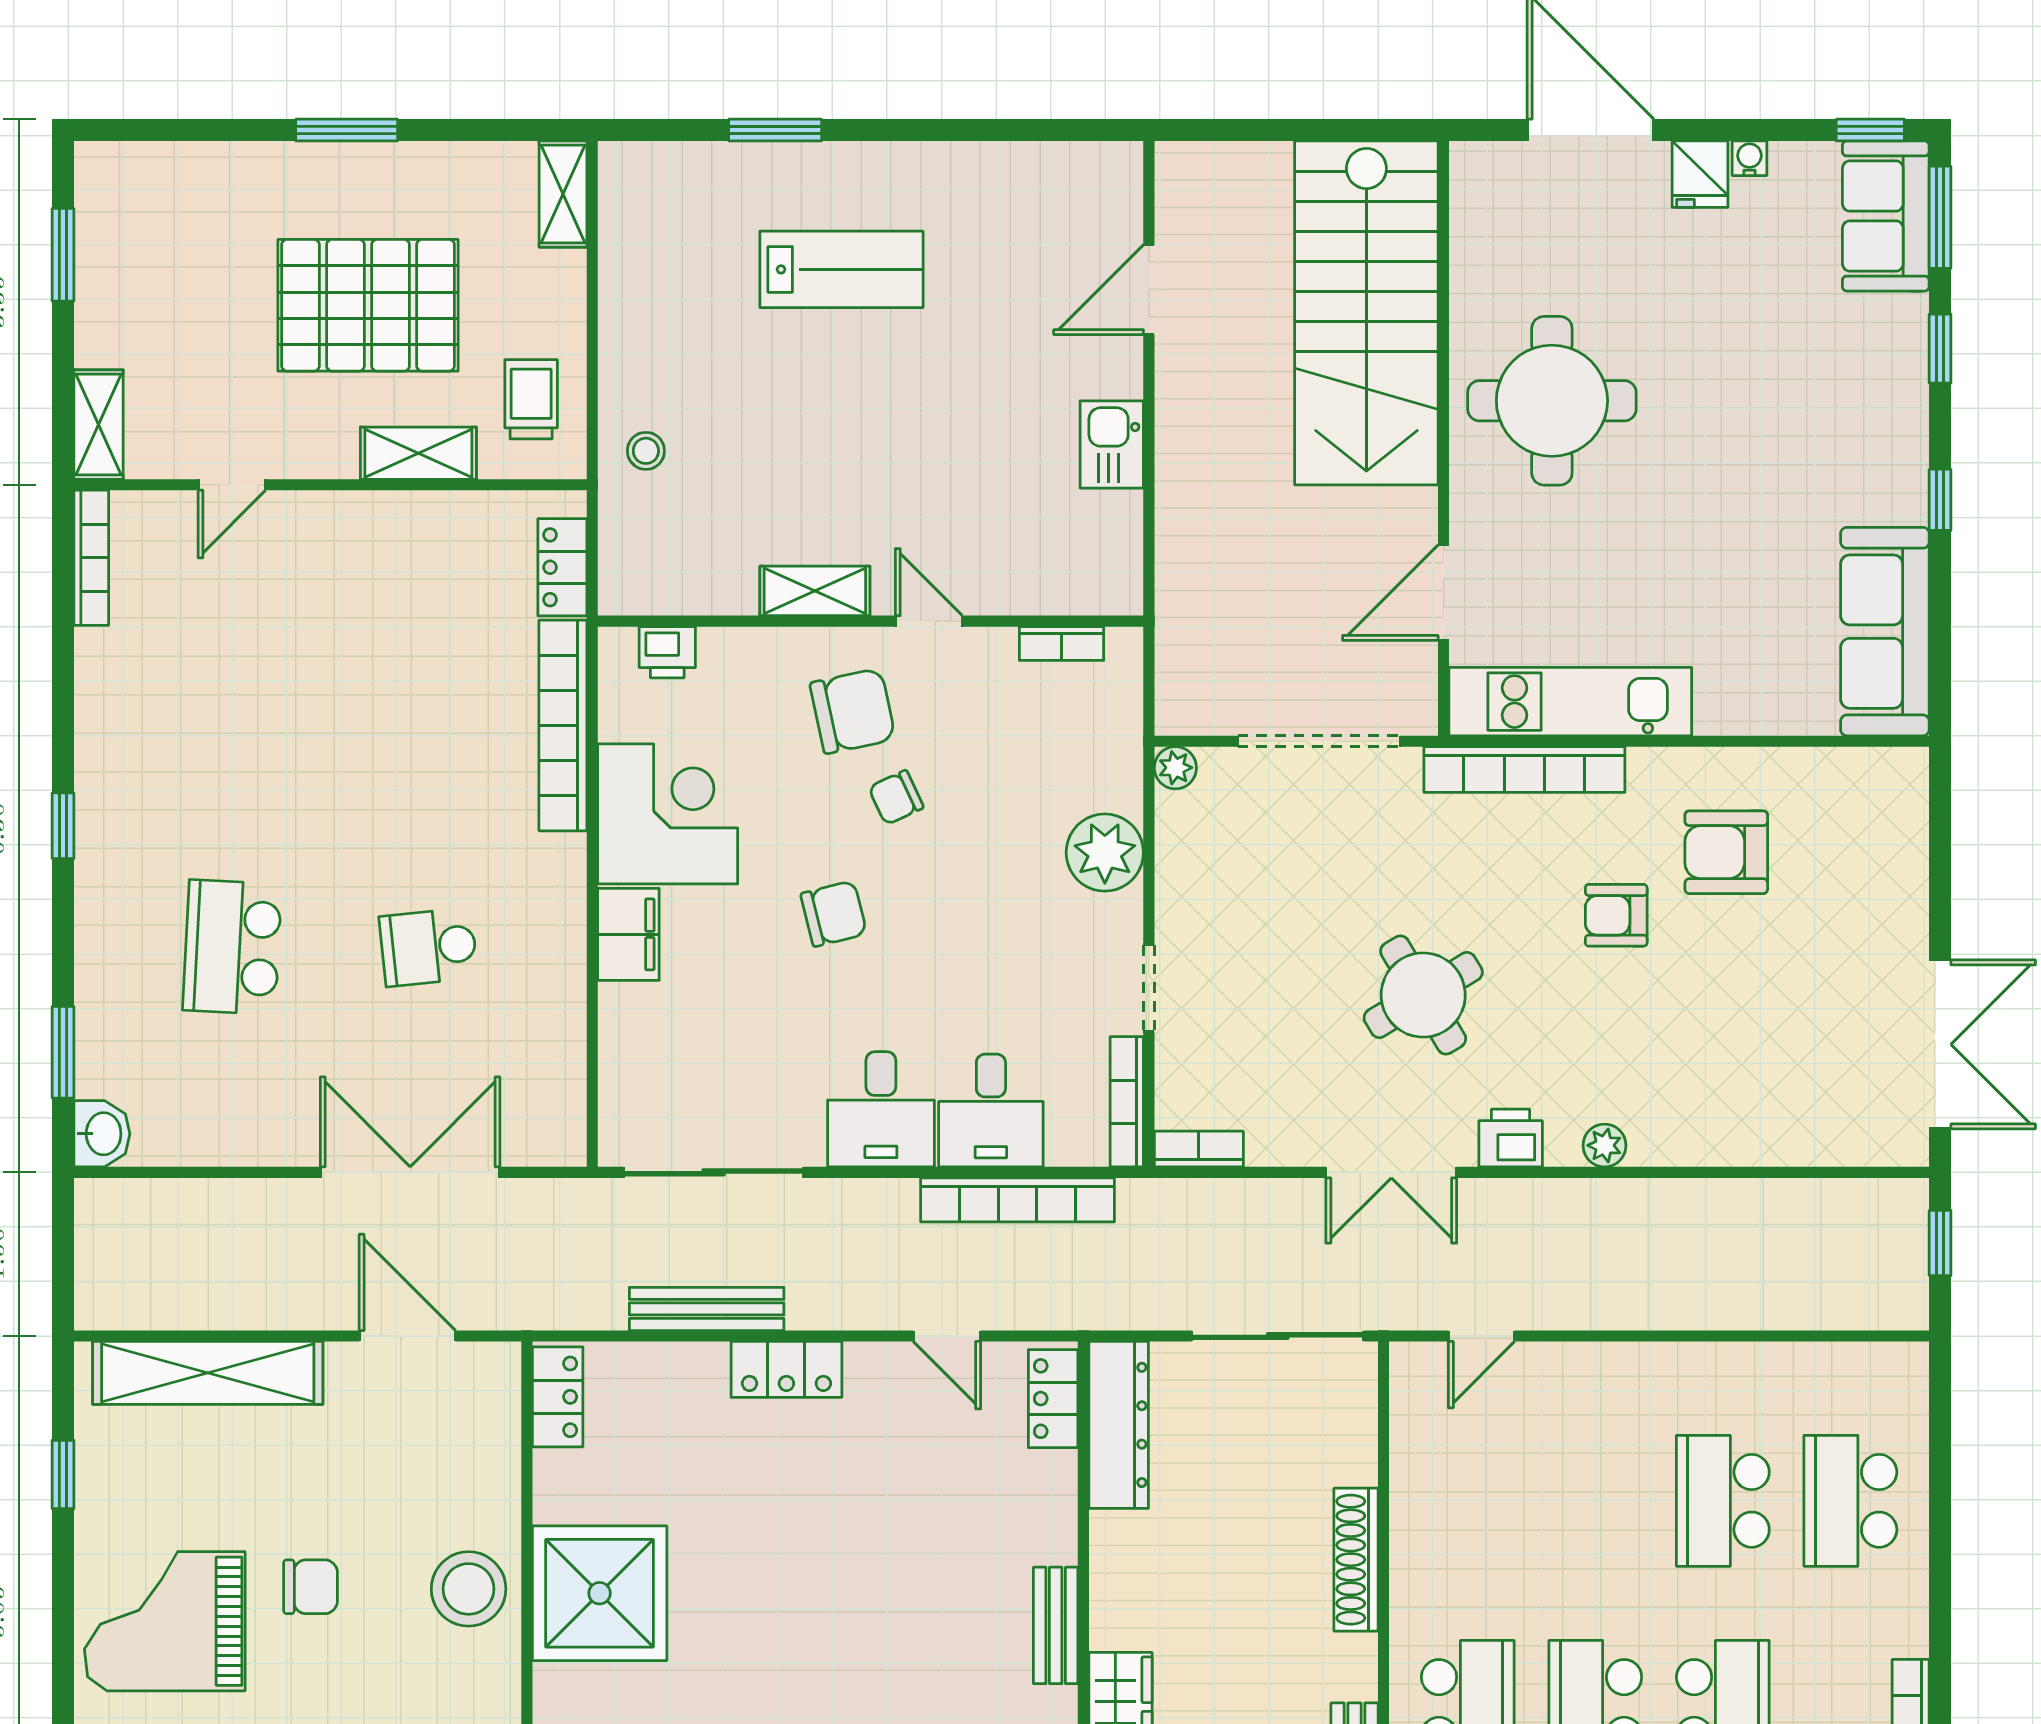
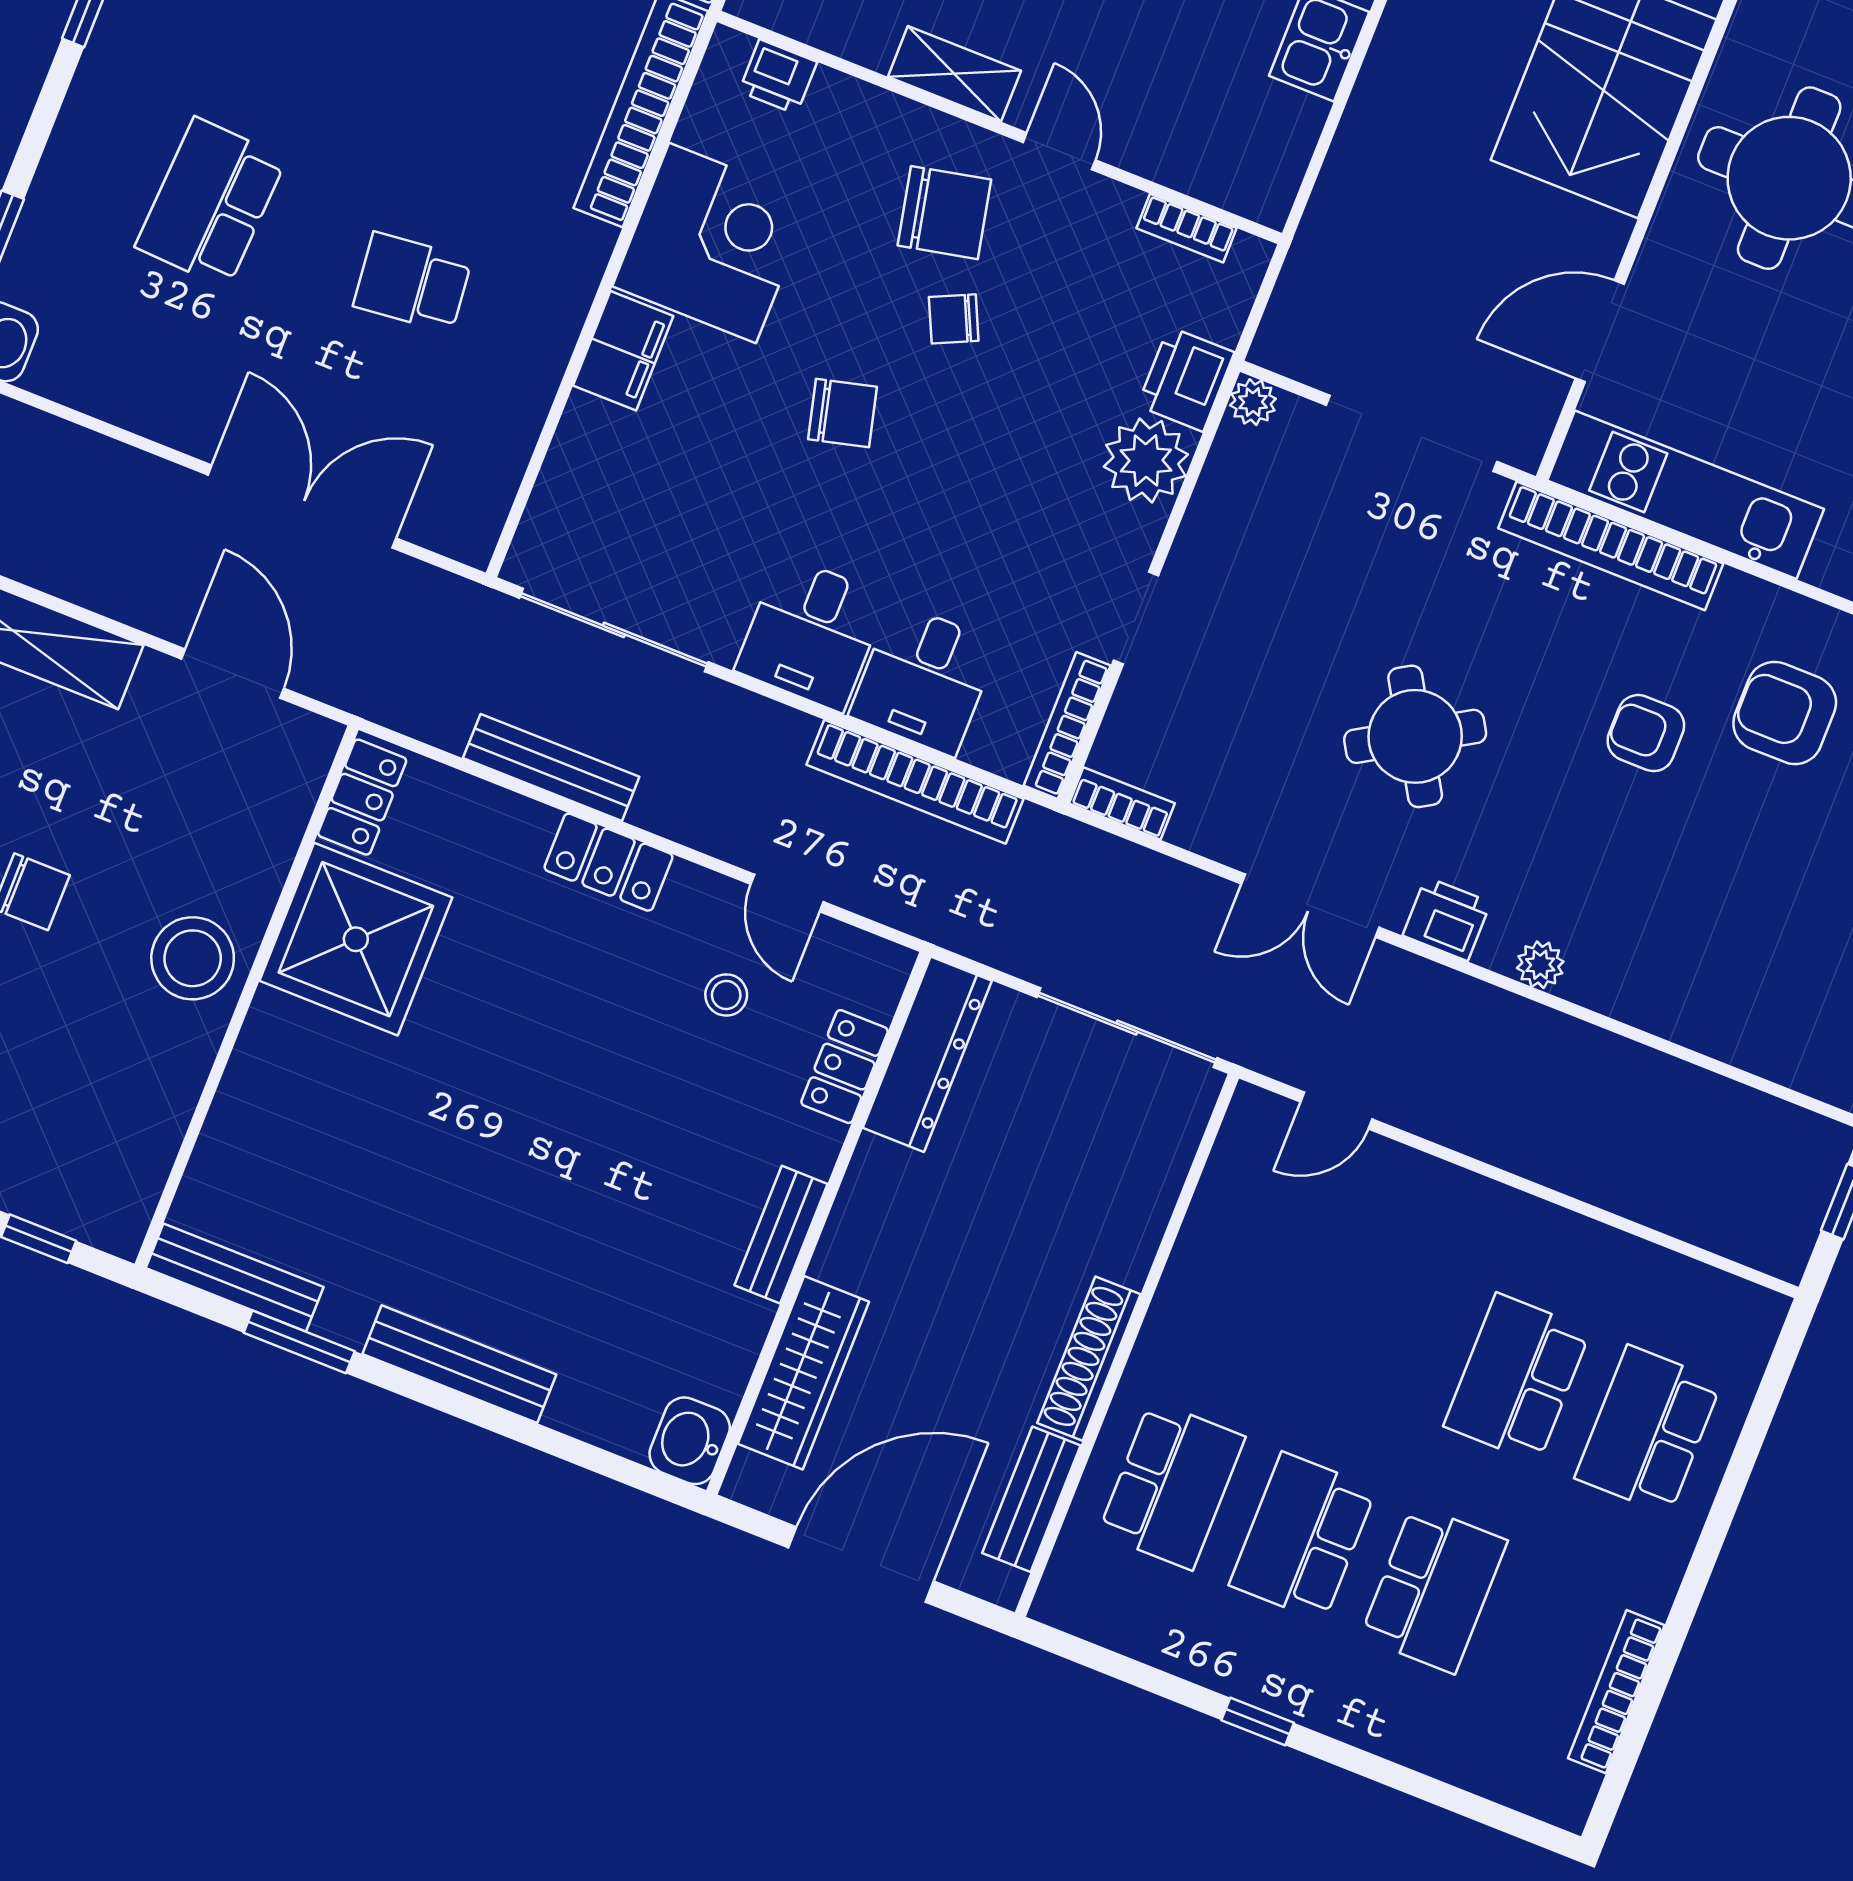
printer: (1111, 771) -> (1186, 379), added
locker: (1053, 1399) -> (845, 1067), moved
stool: (930, 1442) -> (726, 995), added
shoe rack: (1356, 1560) -> (1089, 1359), moved
shower: (600, 1593) -> (356, 939), moved

